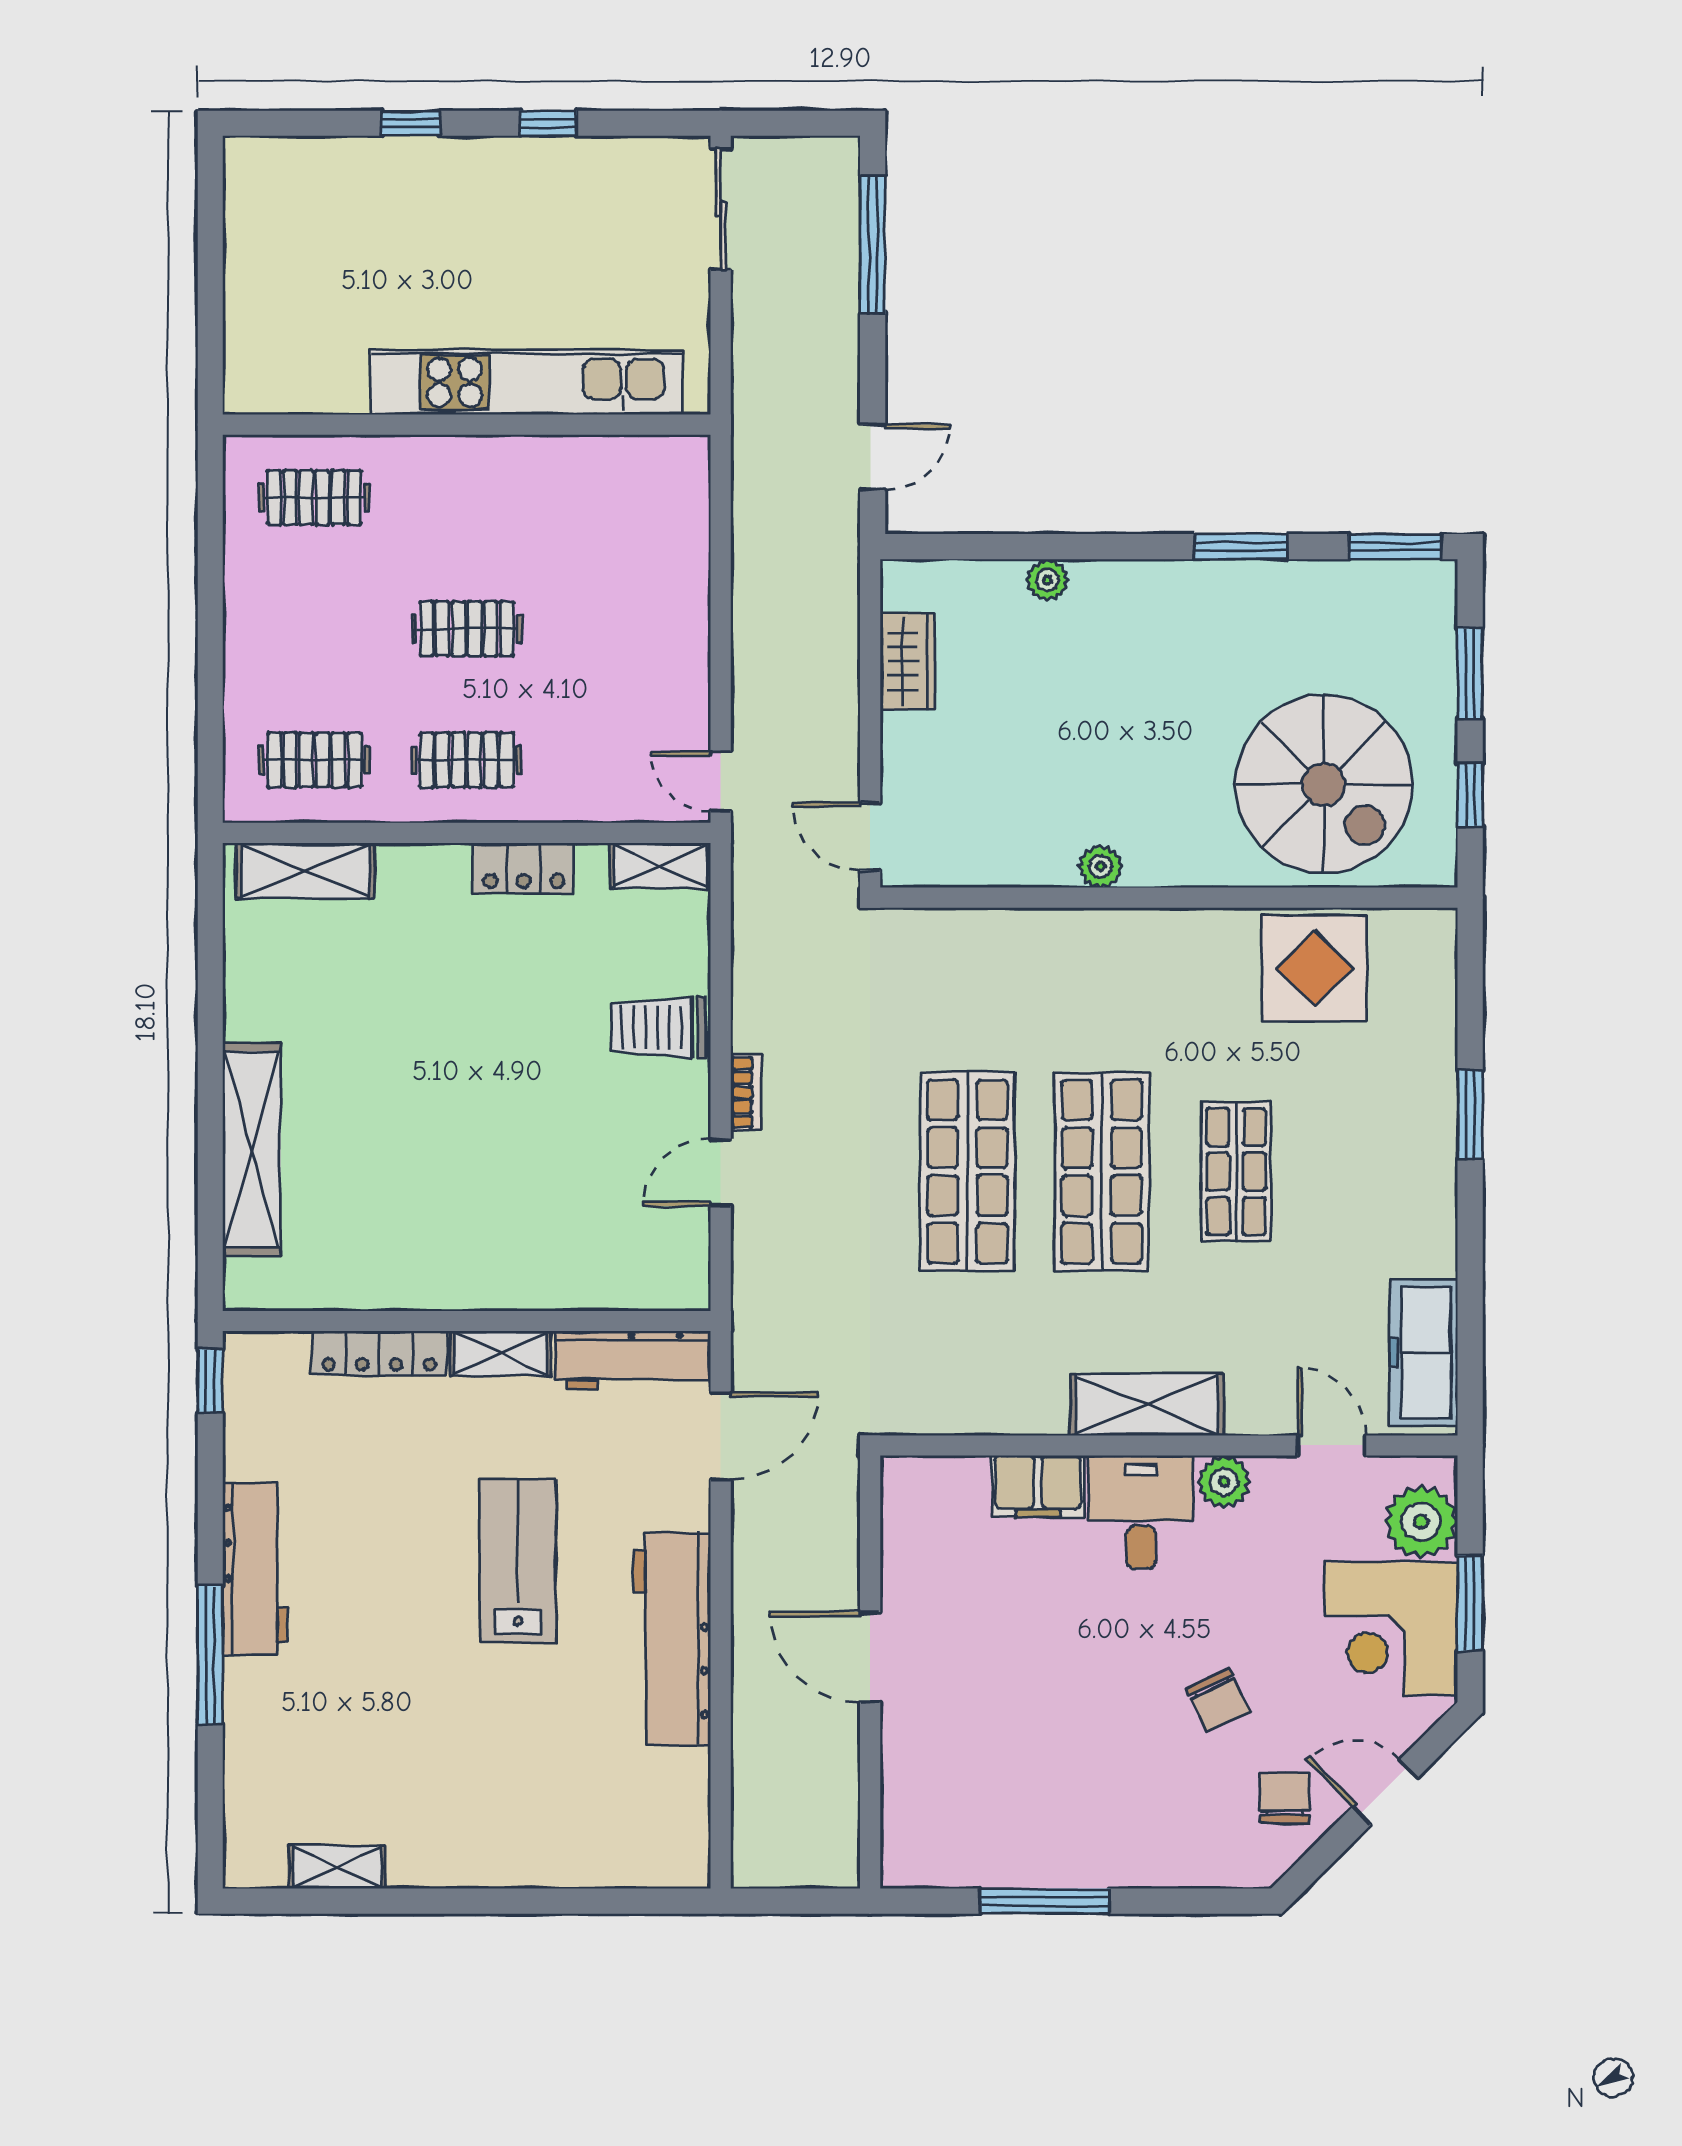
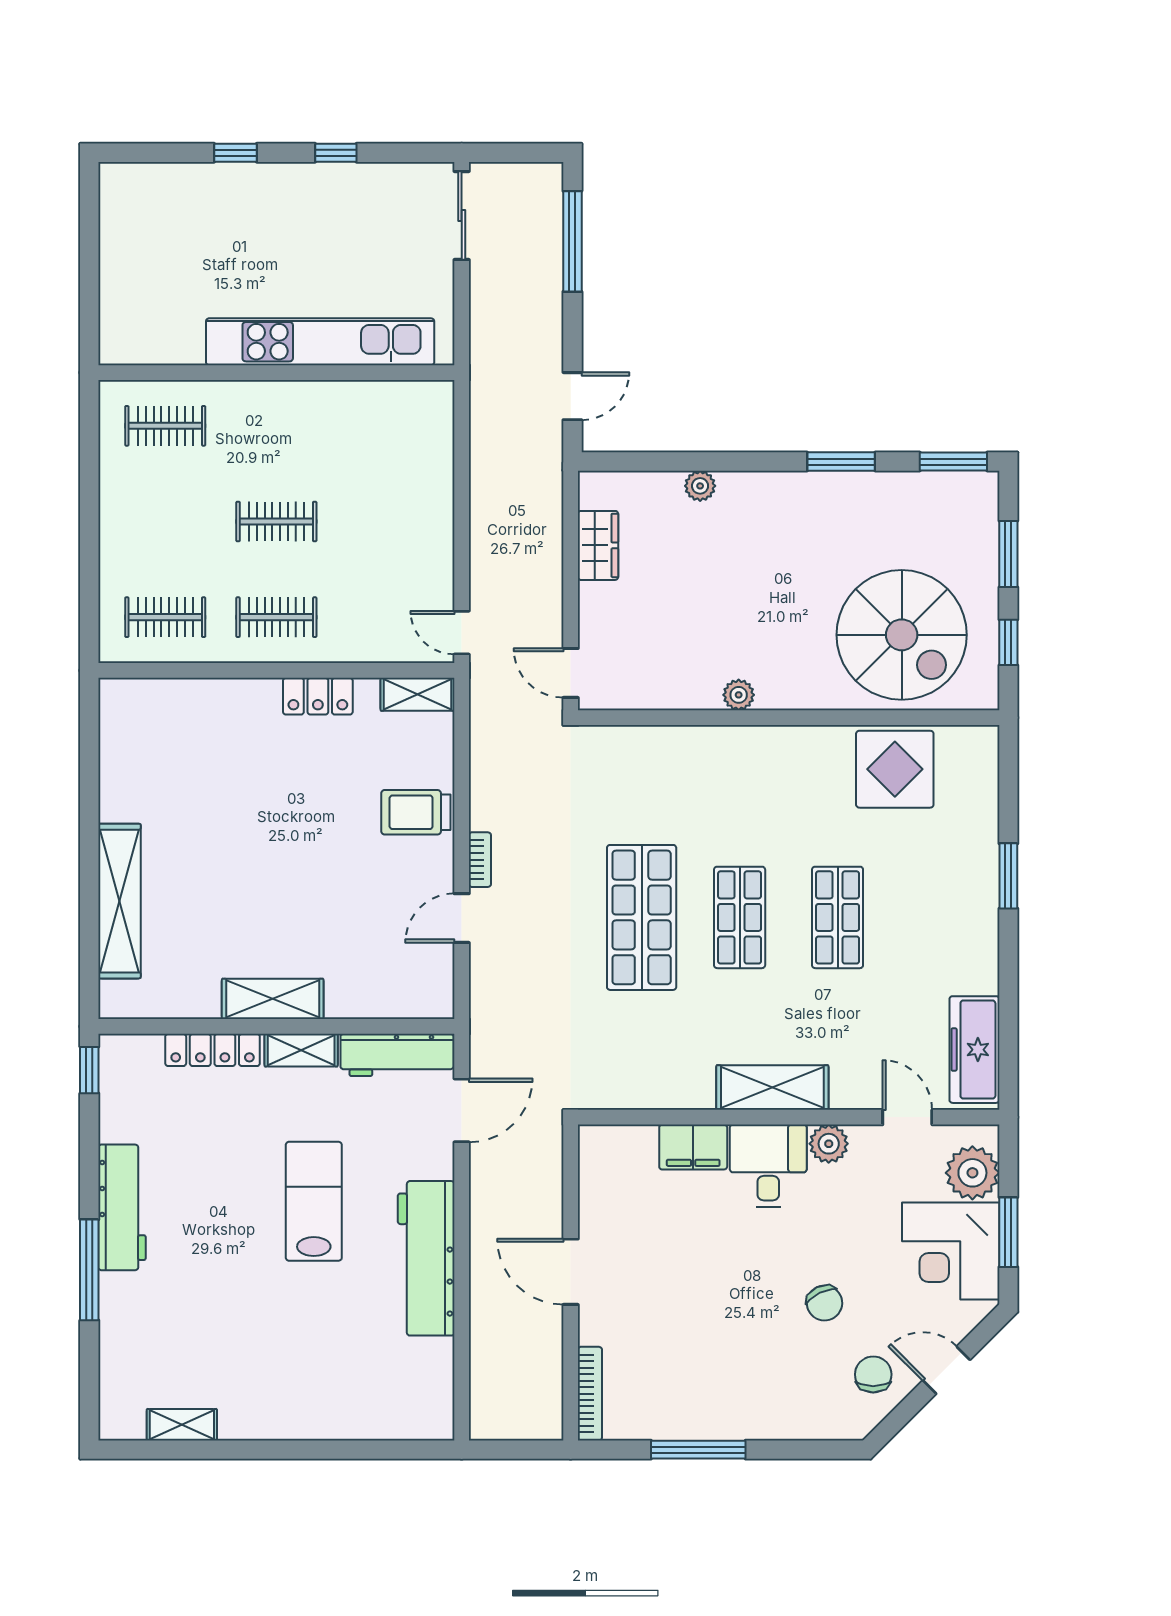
shelving: (305, 871) -> (273, 999), moved
shop shelf: (1102, 1172) -> (740, 917), width x0.70, depth x0.74
bookcase: (896, 1824) -> (590, 1394), added

